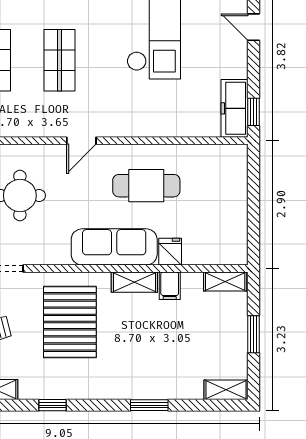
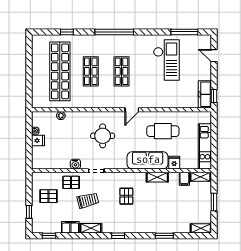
kitchen unit: (235, 217) -> (205, 146), added
filing cabinet: (170, 286) -> (184, 179), moved
pallet: (70, 322) -> (126, 196), width x0.49, depth x0.50

